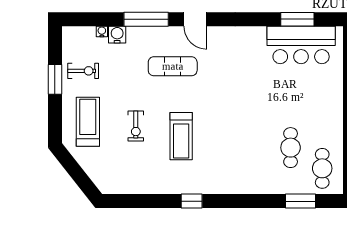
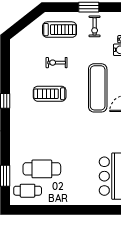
exercise mat: (173, 66) -> (98, 88), width x1.36, depth x1.45
cafe table: (291, 148) -> (42, 169), width x1.37, depth x1.35

